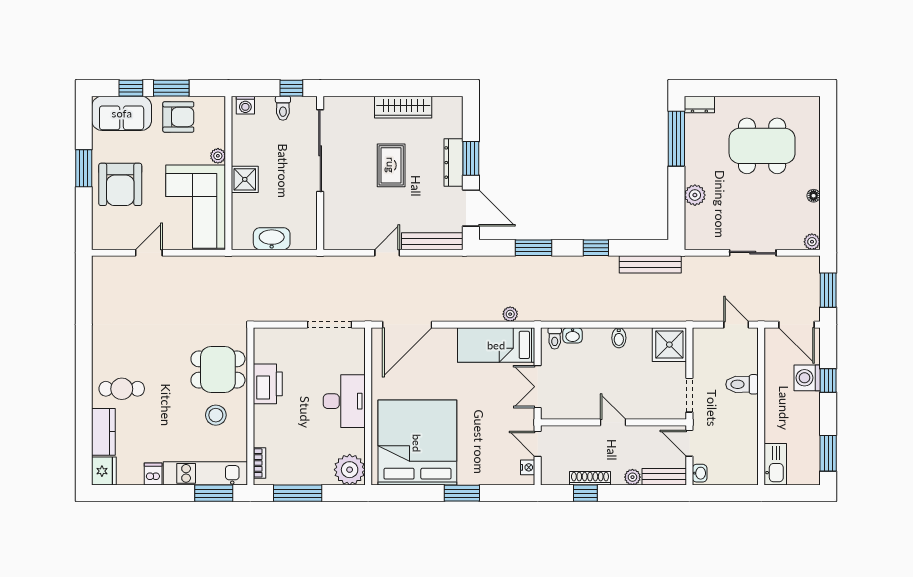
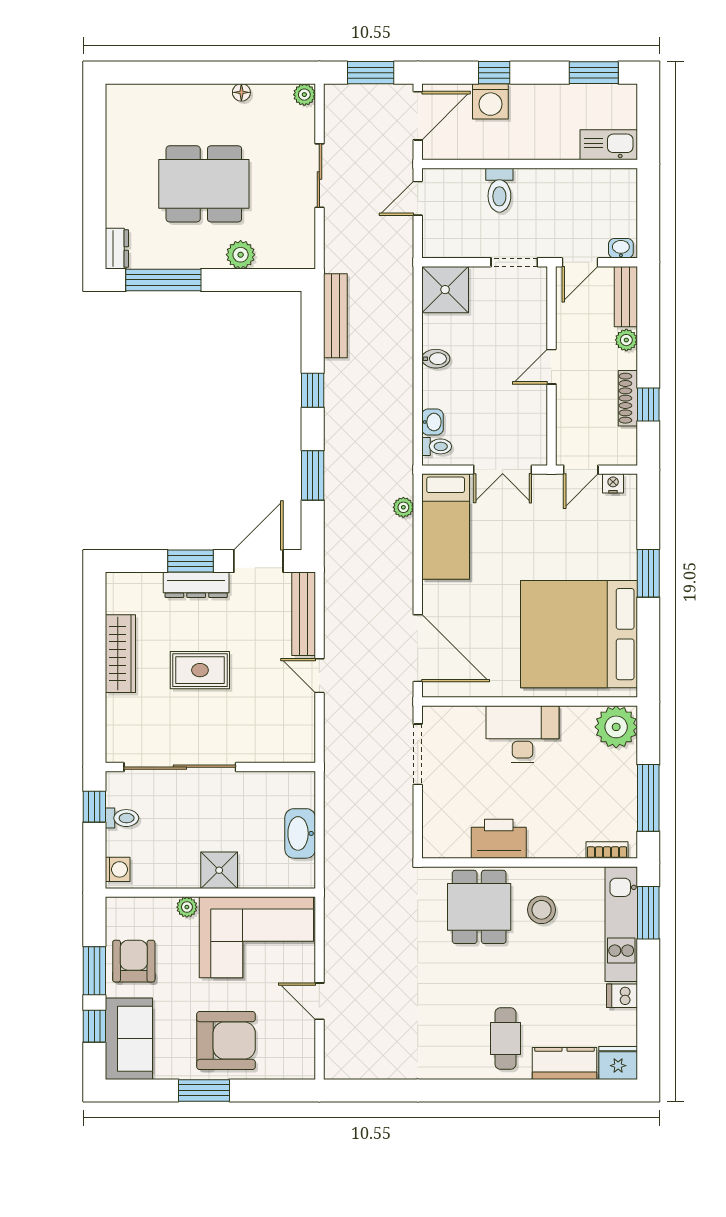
dining table: (762, 146) -> (204, 184), moved, turned 90

